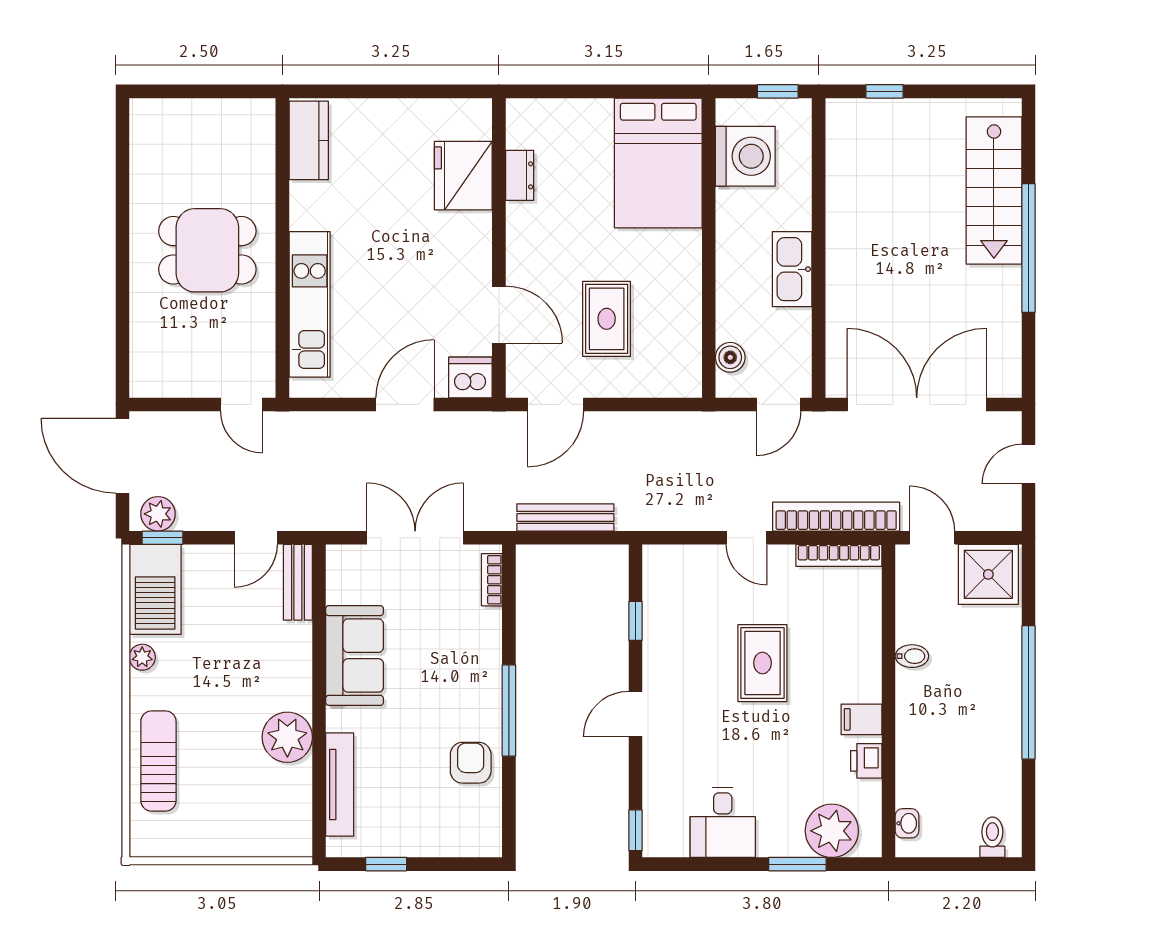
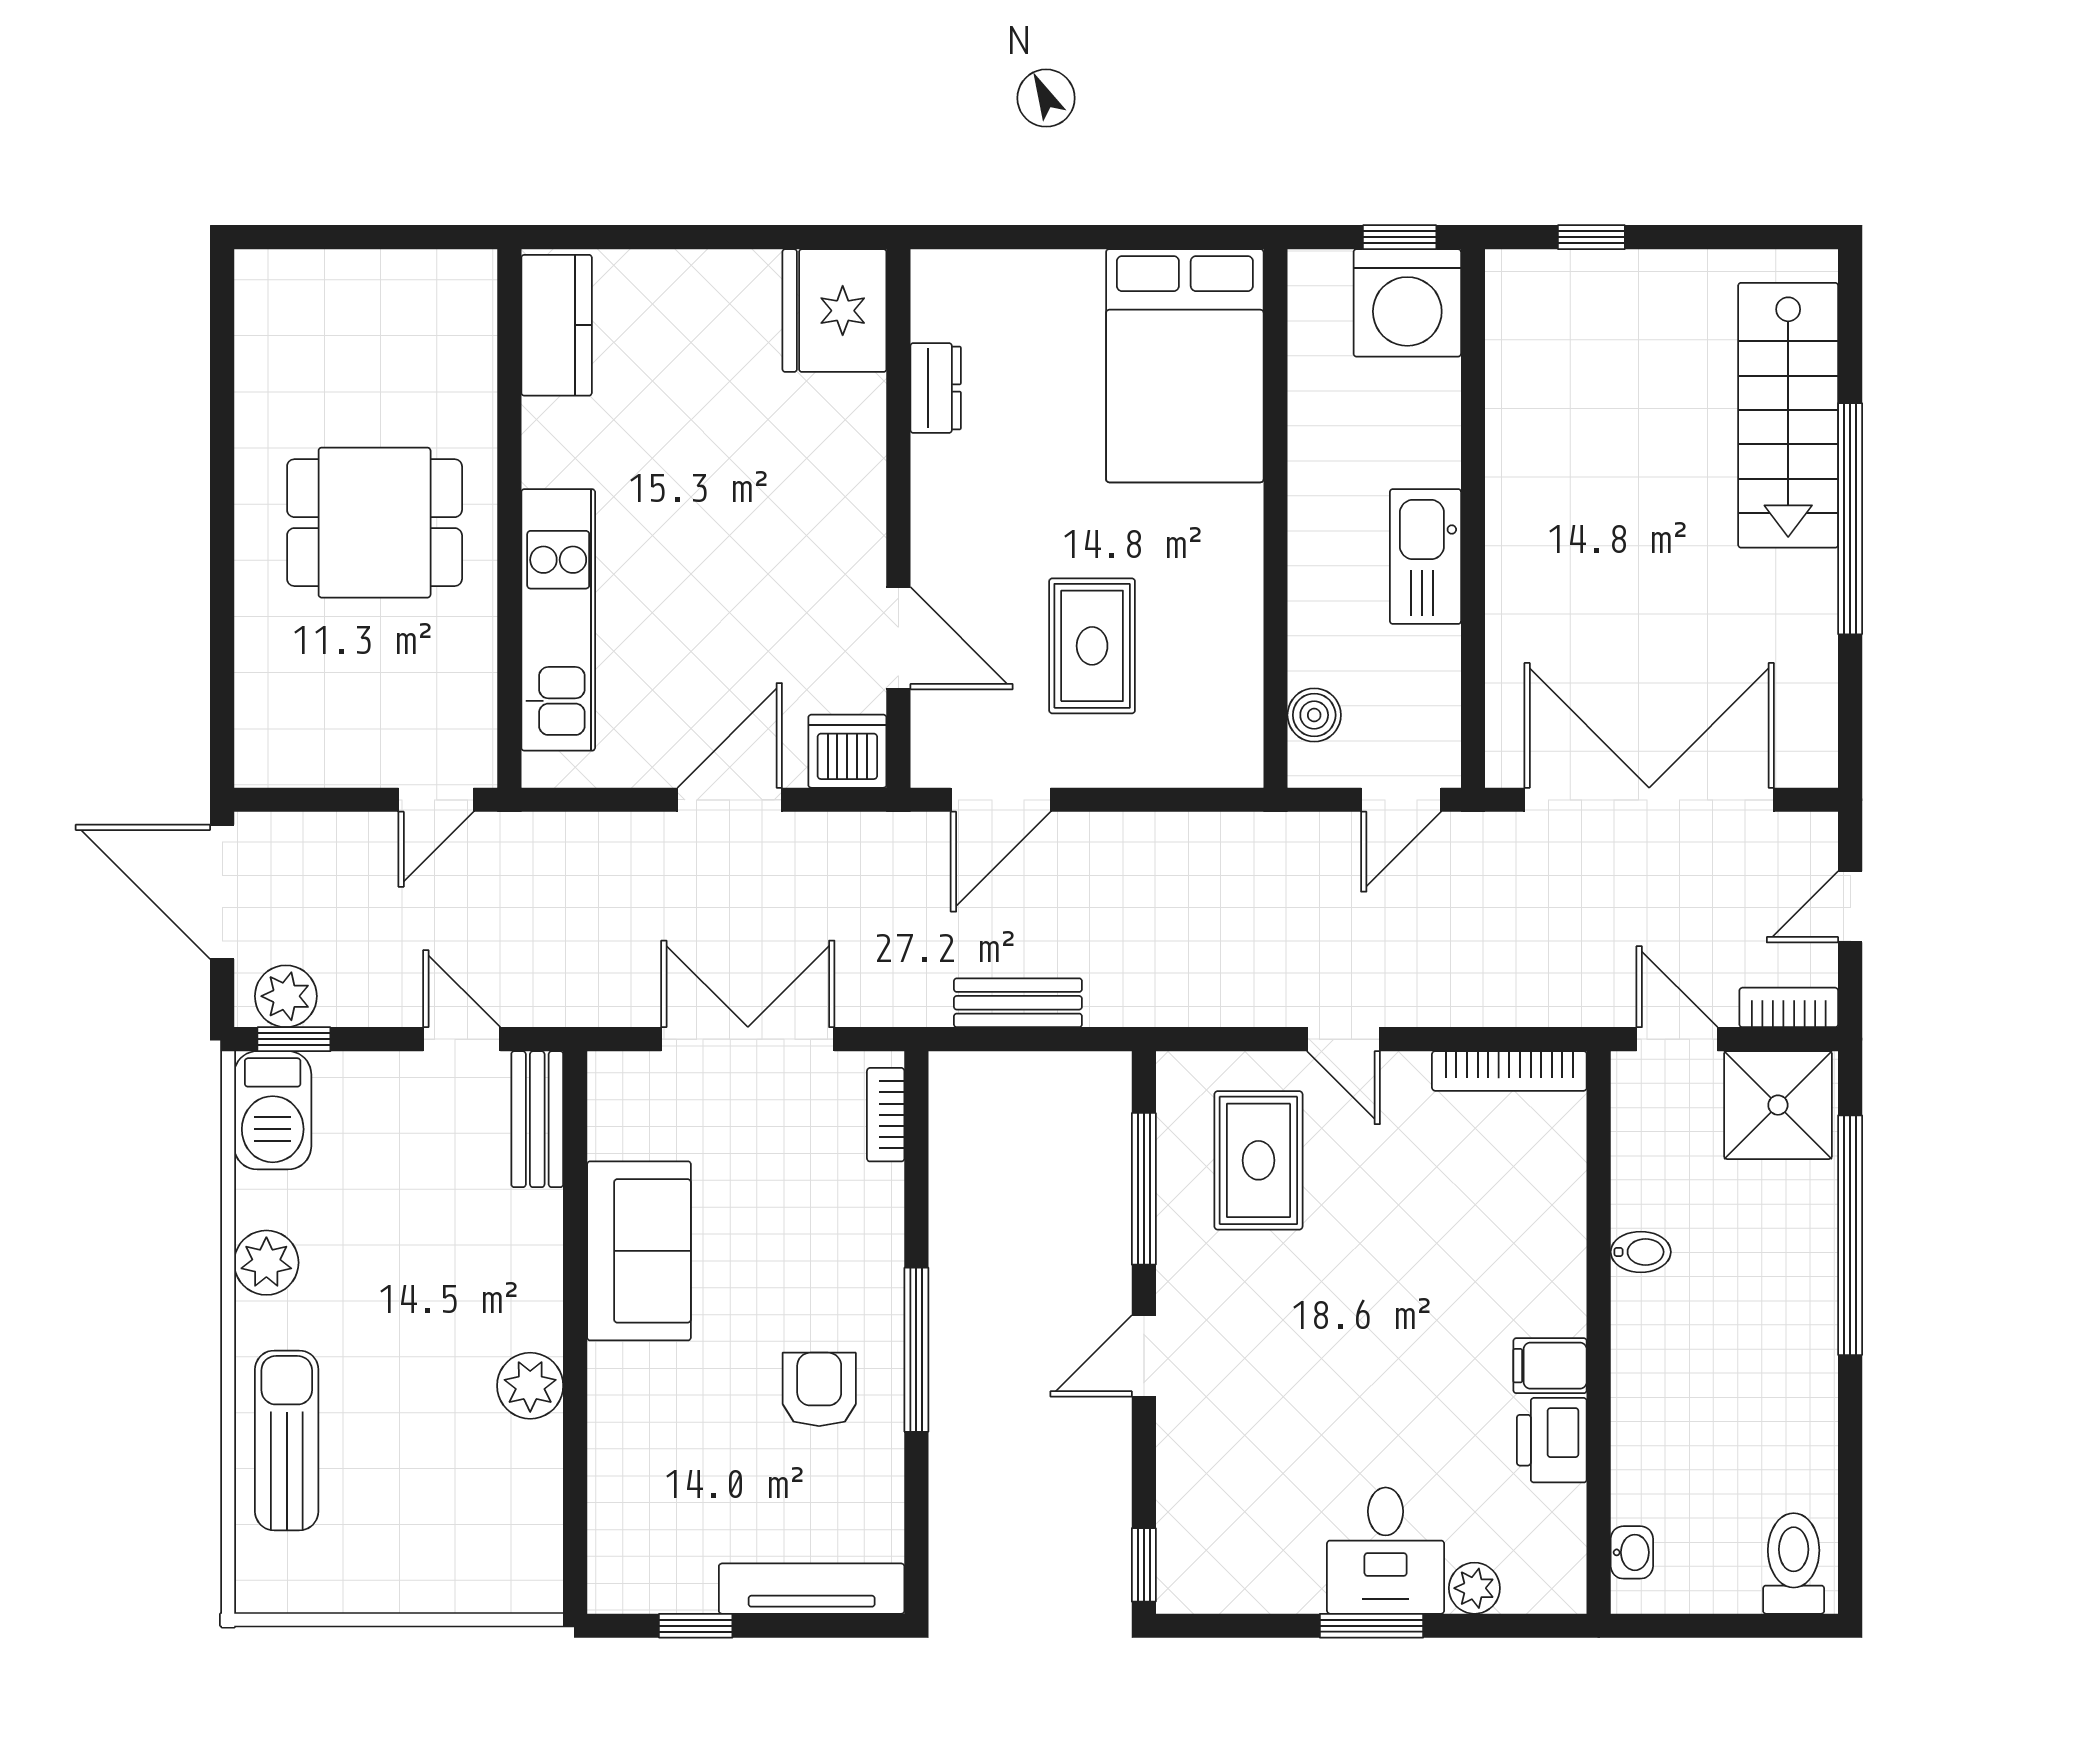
washing machine: (745, 156) -> (1407, 303), moved, turned 90
fridge: (463, 176) -> (834, 311), moved
door: (242, 404) -> (436, 800), hinge flipped
bench: (565, 517) -> (1018, 1003), width x0.73
bookcase: (836, 517) -> (1789, 1007), moved, width x0.43, depth x0.76
door: (256, 538) -> (462, 1039), swing flipped
barbecue: (155, 589) -> (273, 1110), width x0.73, depth x0.83
window: (635, 621) -> (1144, 1189), width x2.17
plant: (142, 657) -> (266, 1263), width x1.38, depth x1.38
rug: (762, 663) -> (1258, 1160), moved
window: (1028, 692) -> (1850, 1235), moved
plant: (287, 737) -> (530, 1386), width x0.73, depth x0.73
printer: (866, 761) -> (1552, 1440), width x1.36, depth x1.24
armchair: (471, 763) -> (819, 1389), moved
tv unit: (340, 785) -> (812, 1589), moved, turned -90
desk: (723, 822) -> (1386, 1551), moved
plant: (832, 831) -> (1474, 1588), width x0.53, depth x0.53
toilet: (992, 837) -> (1794, 1563), width x1.37, depth x1.39
window: (797, 864) -> (1372, 1626), moved

